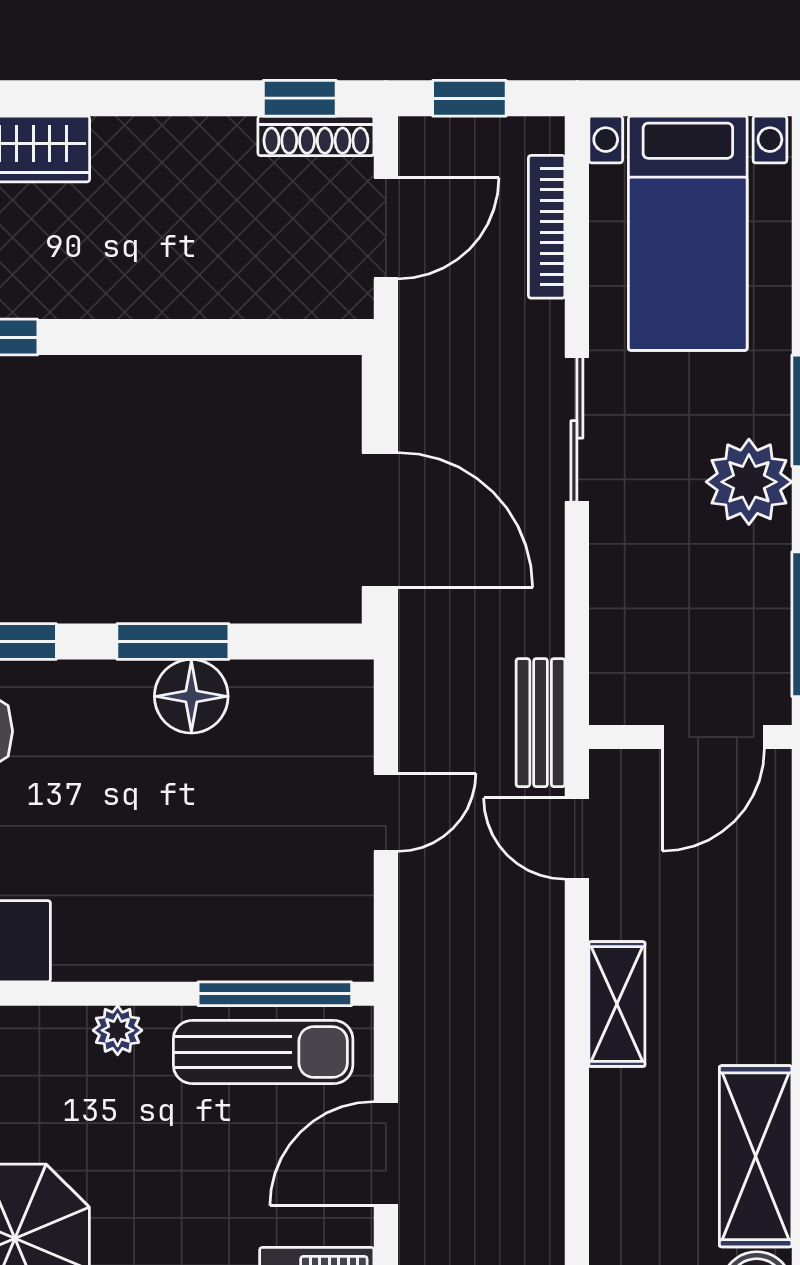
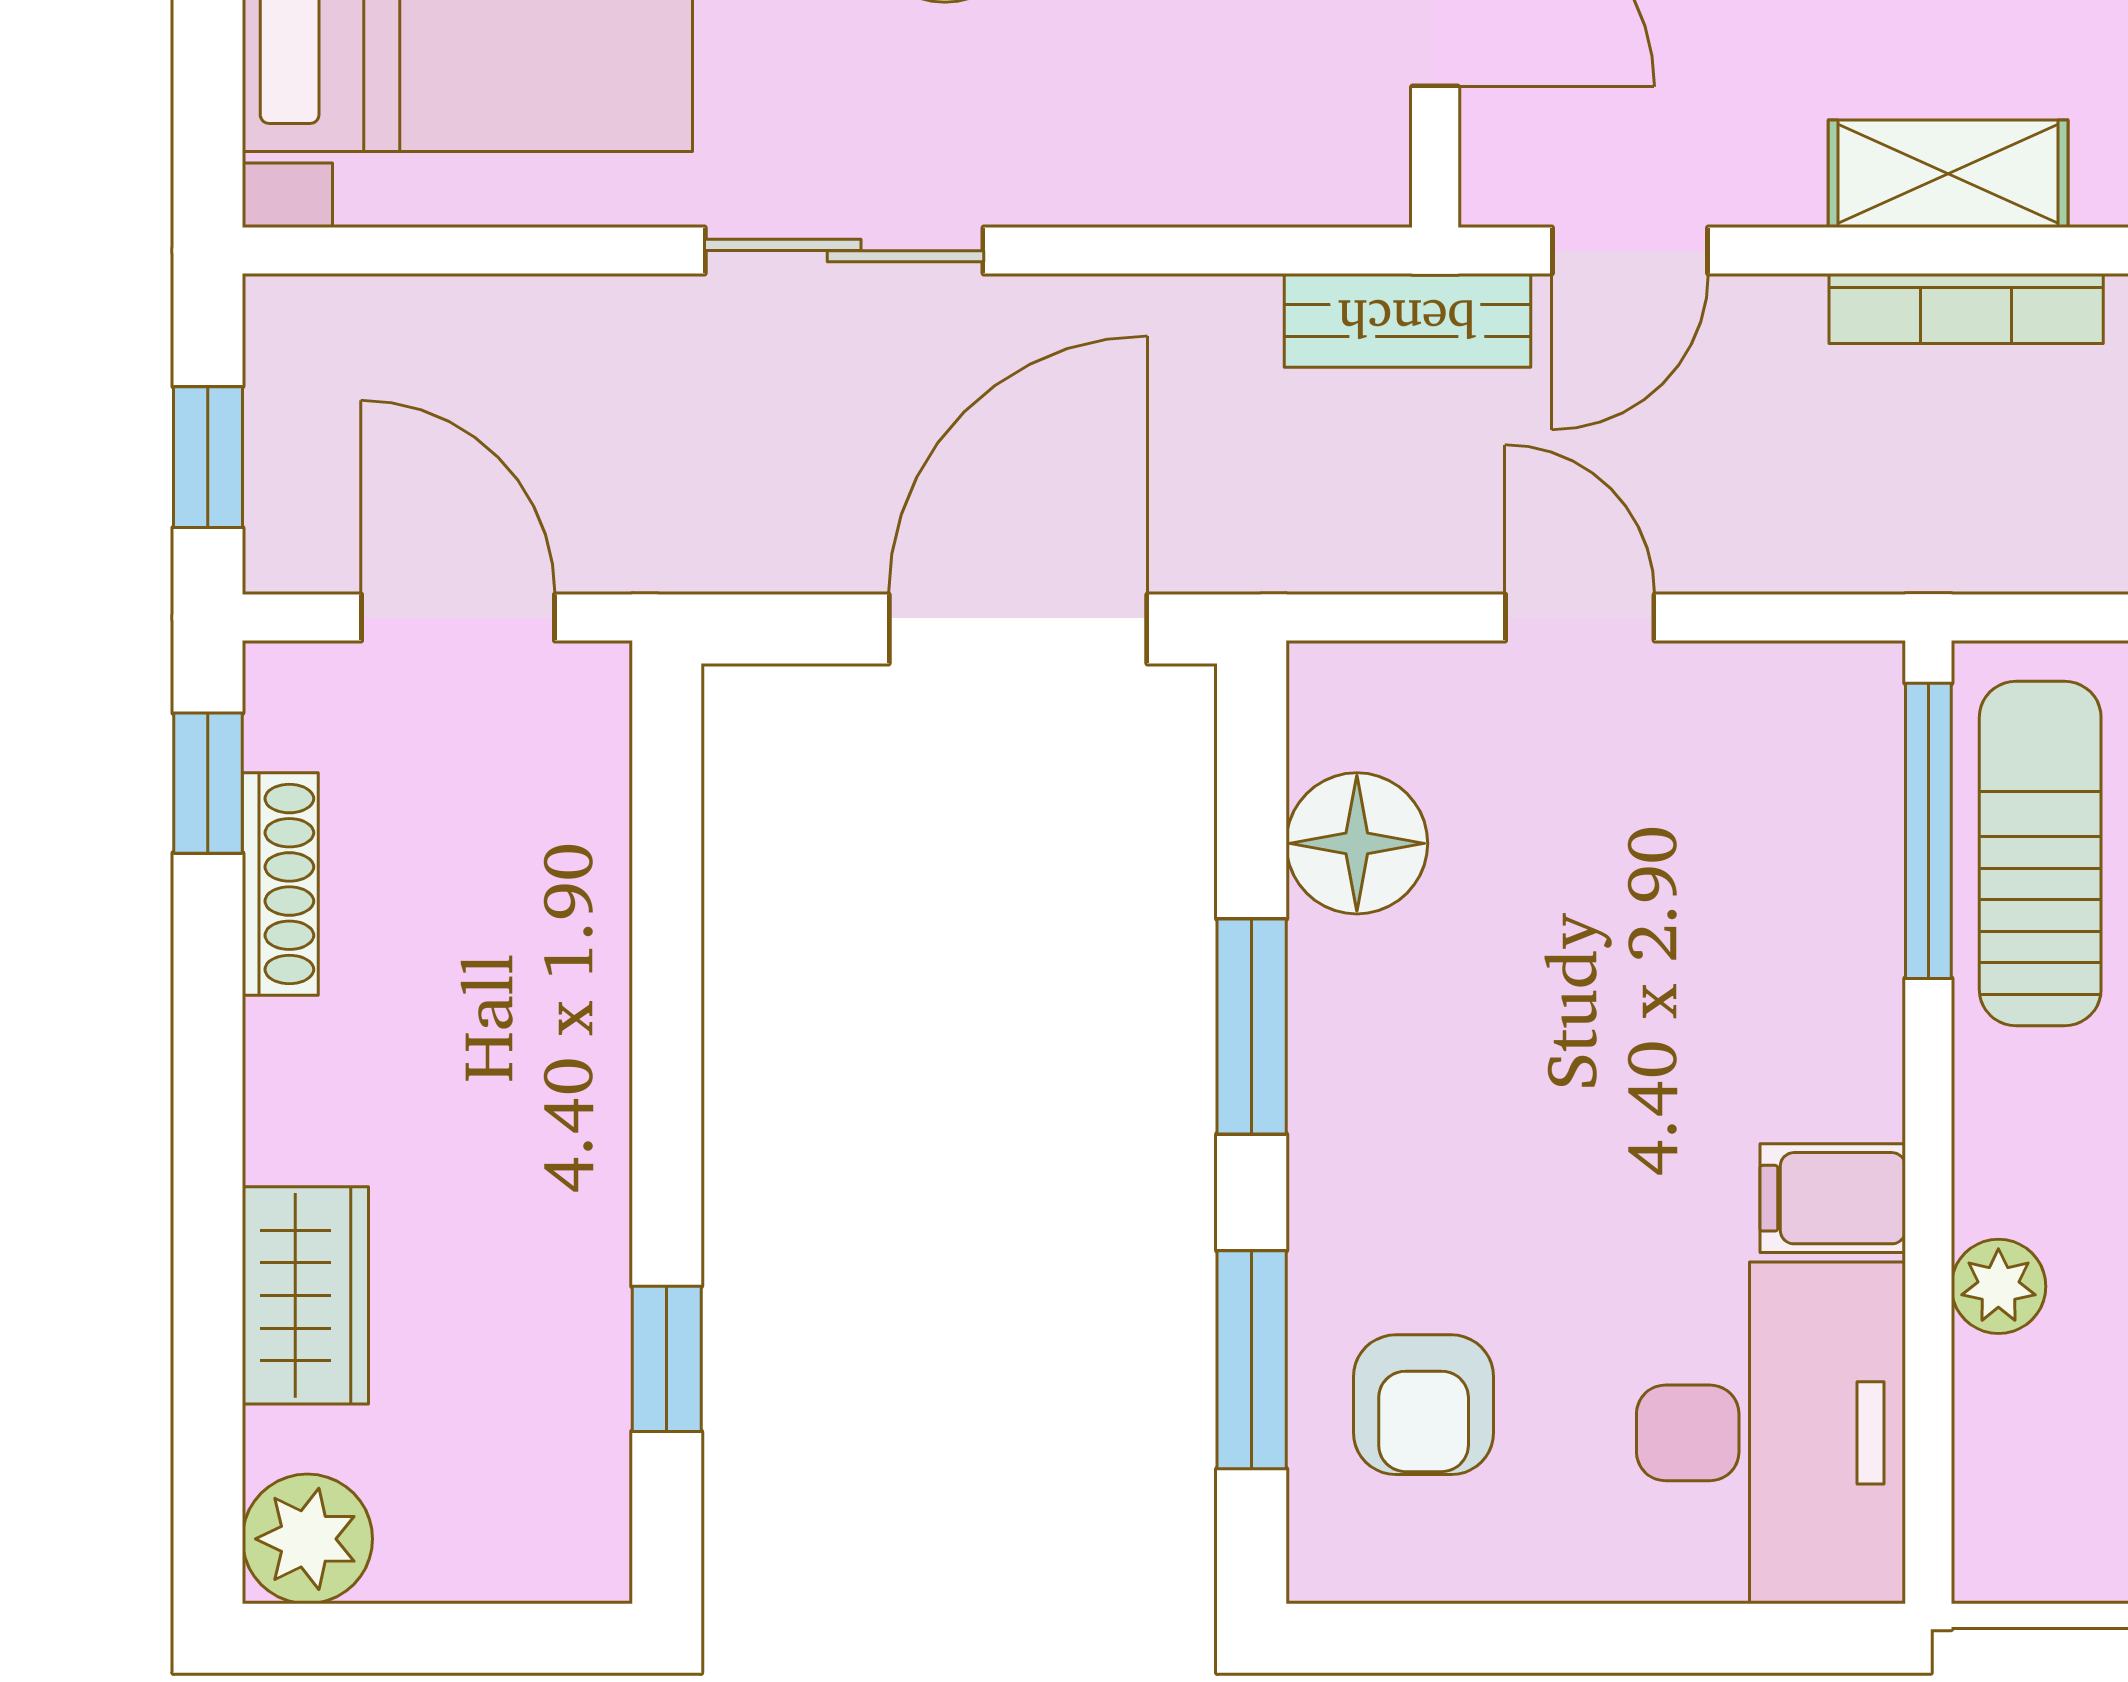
shoe rack: (316, 136) -> (280, 884), moved
bookcase: (547, 227) -> (1966, 309), moved
floor lamp: (191, 696) -> (1357, 843), moved
filing cabinet: (84, 944) -> (1833, 1198), added
plant: (118, 1030) -> (1998, 1286), moved

